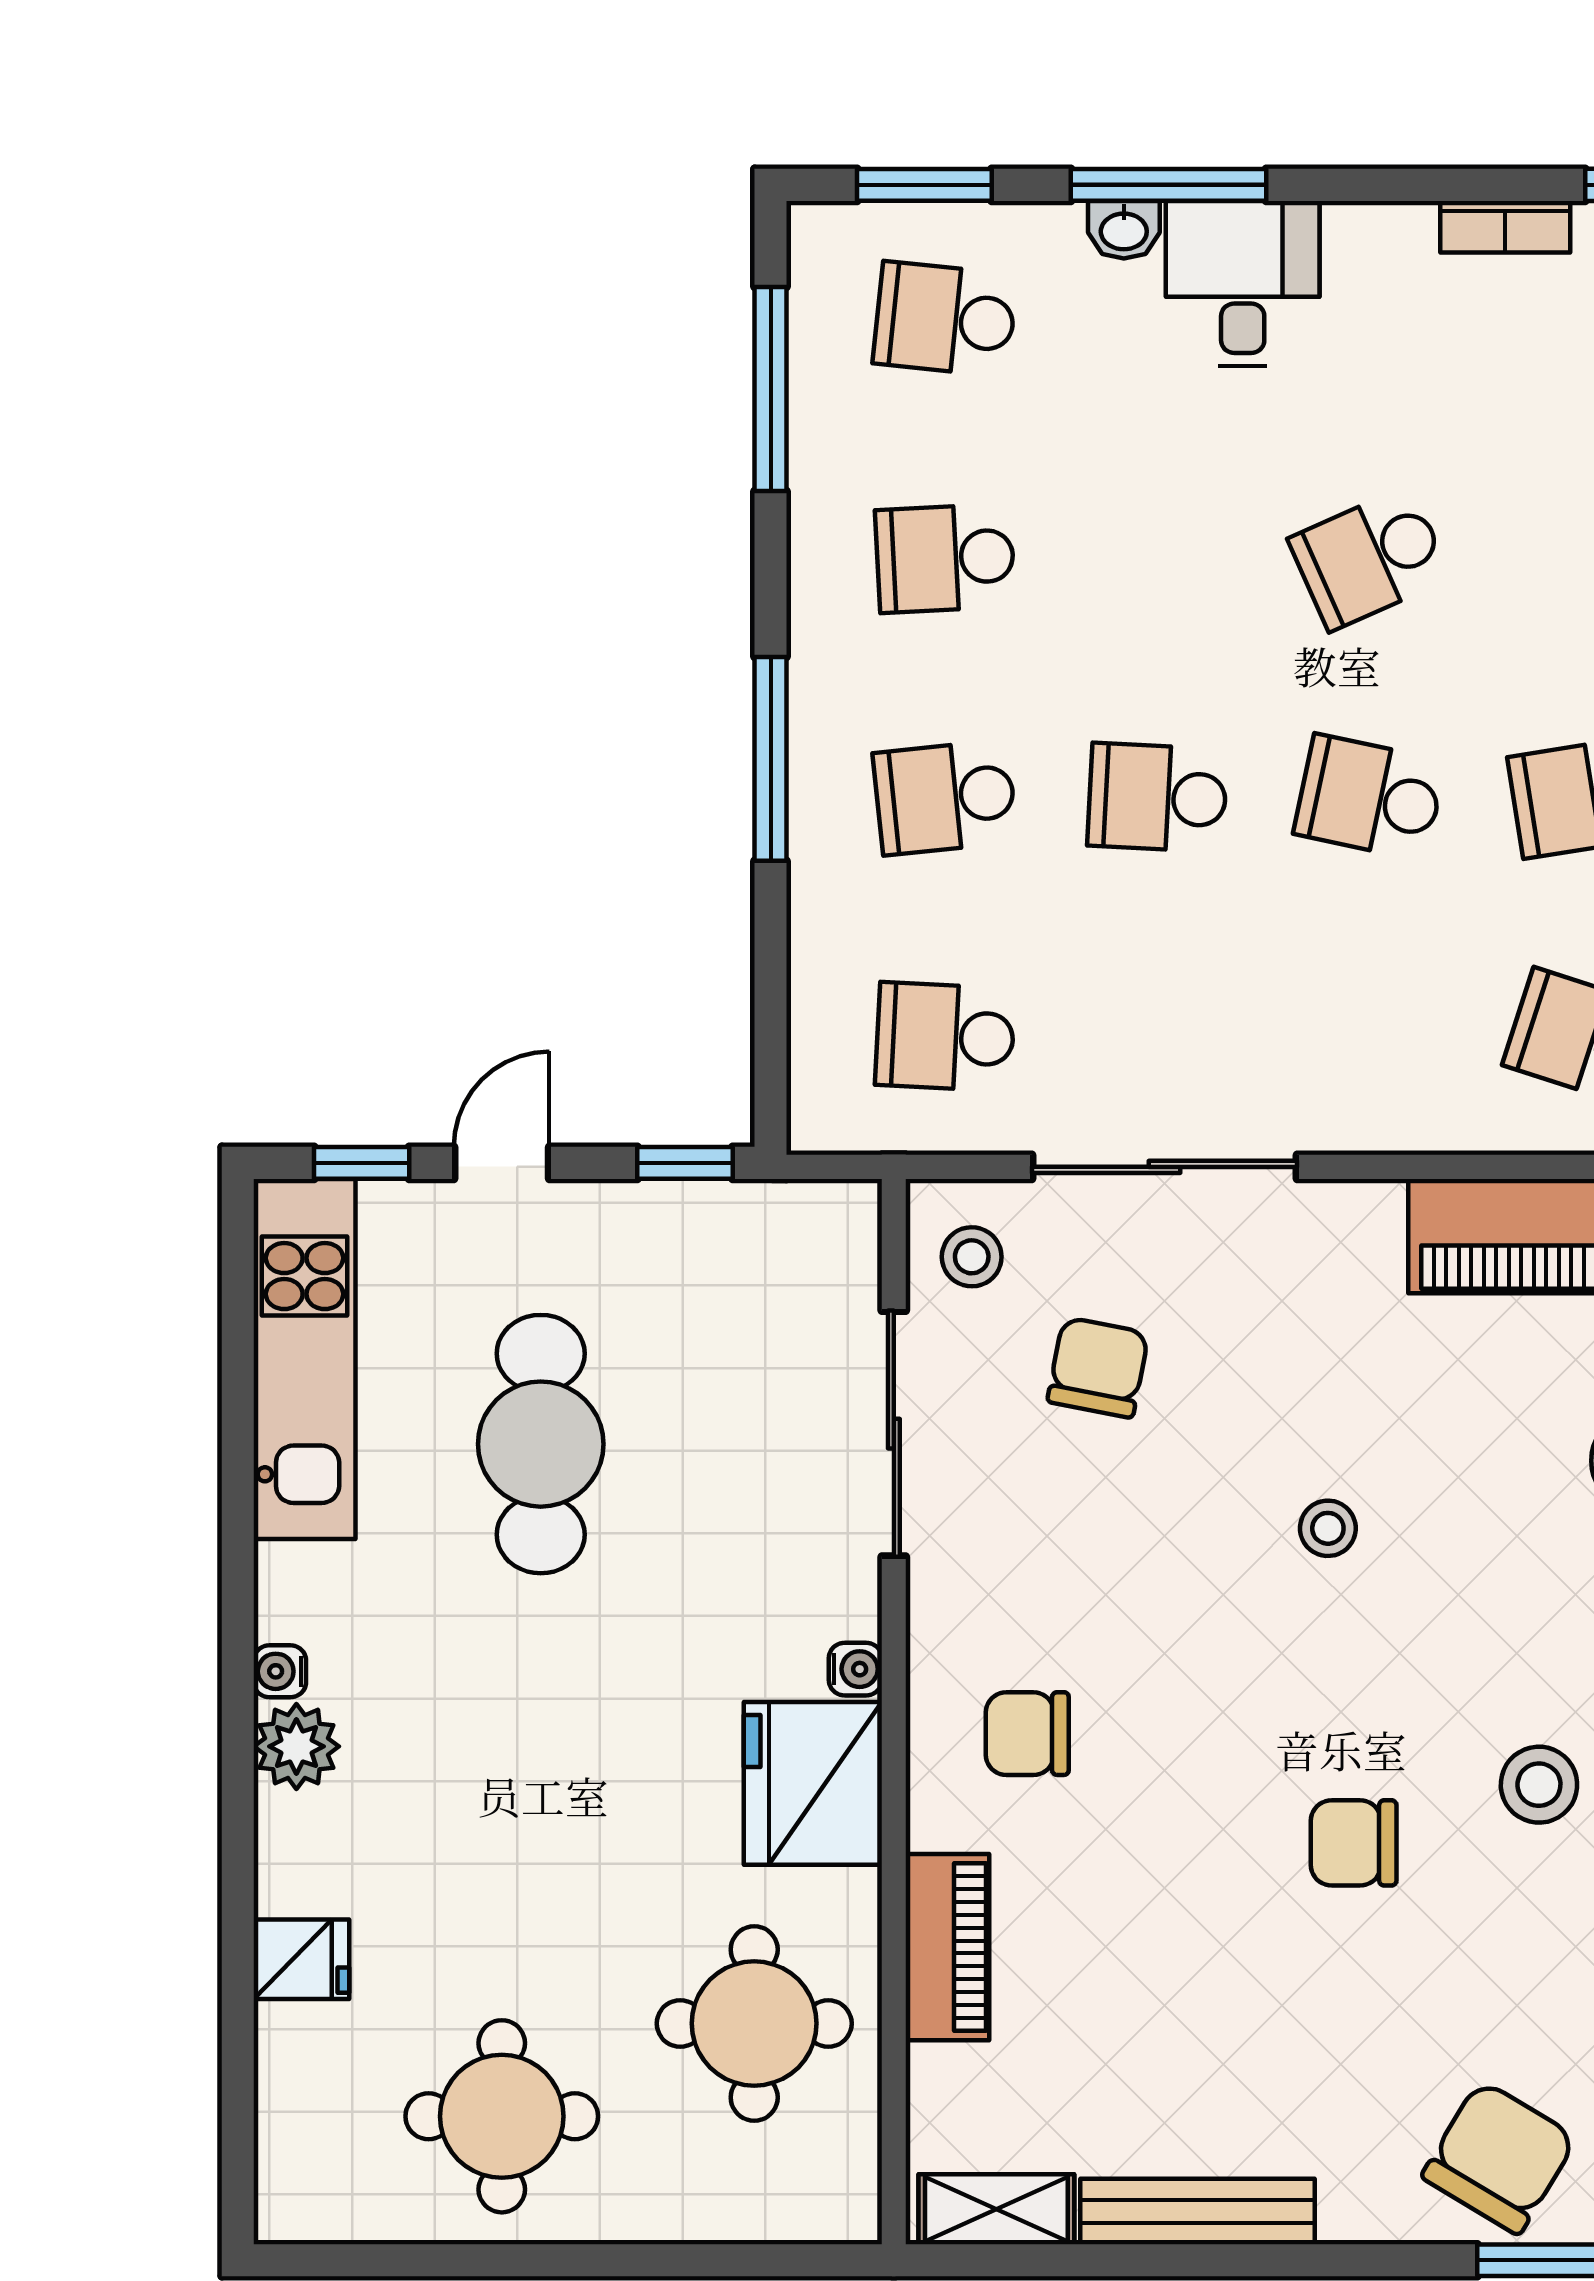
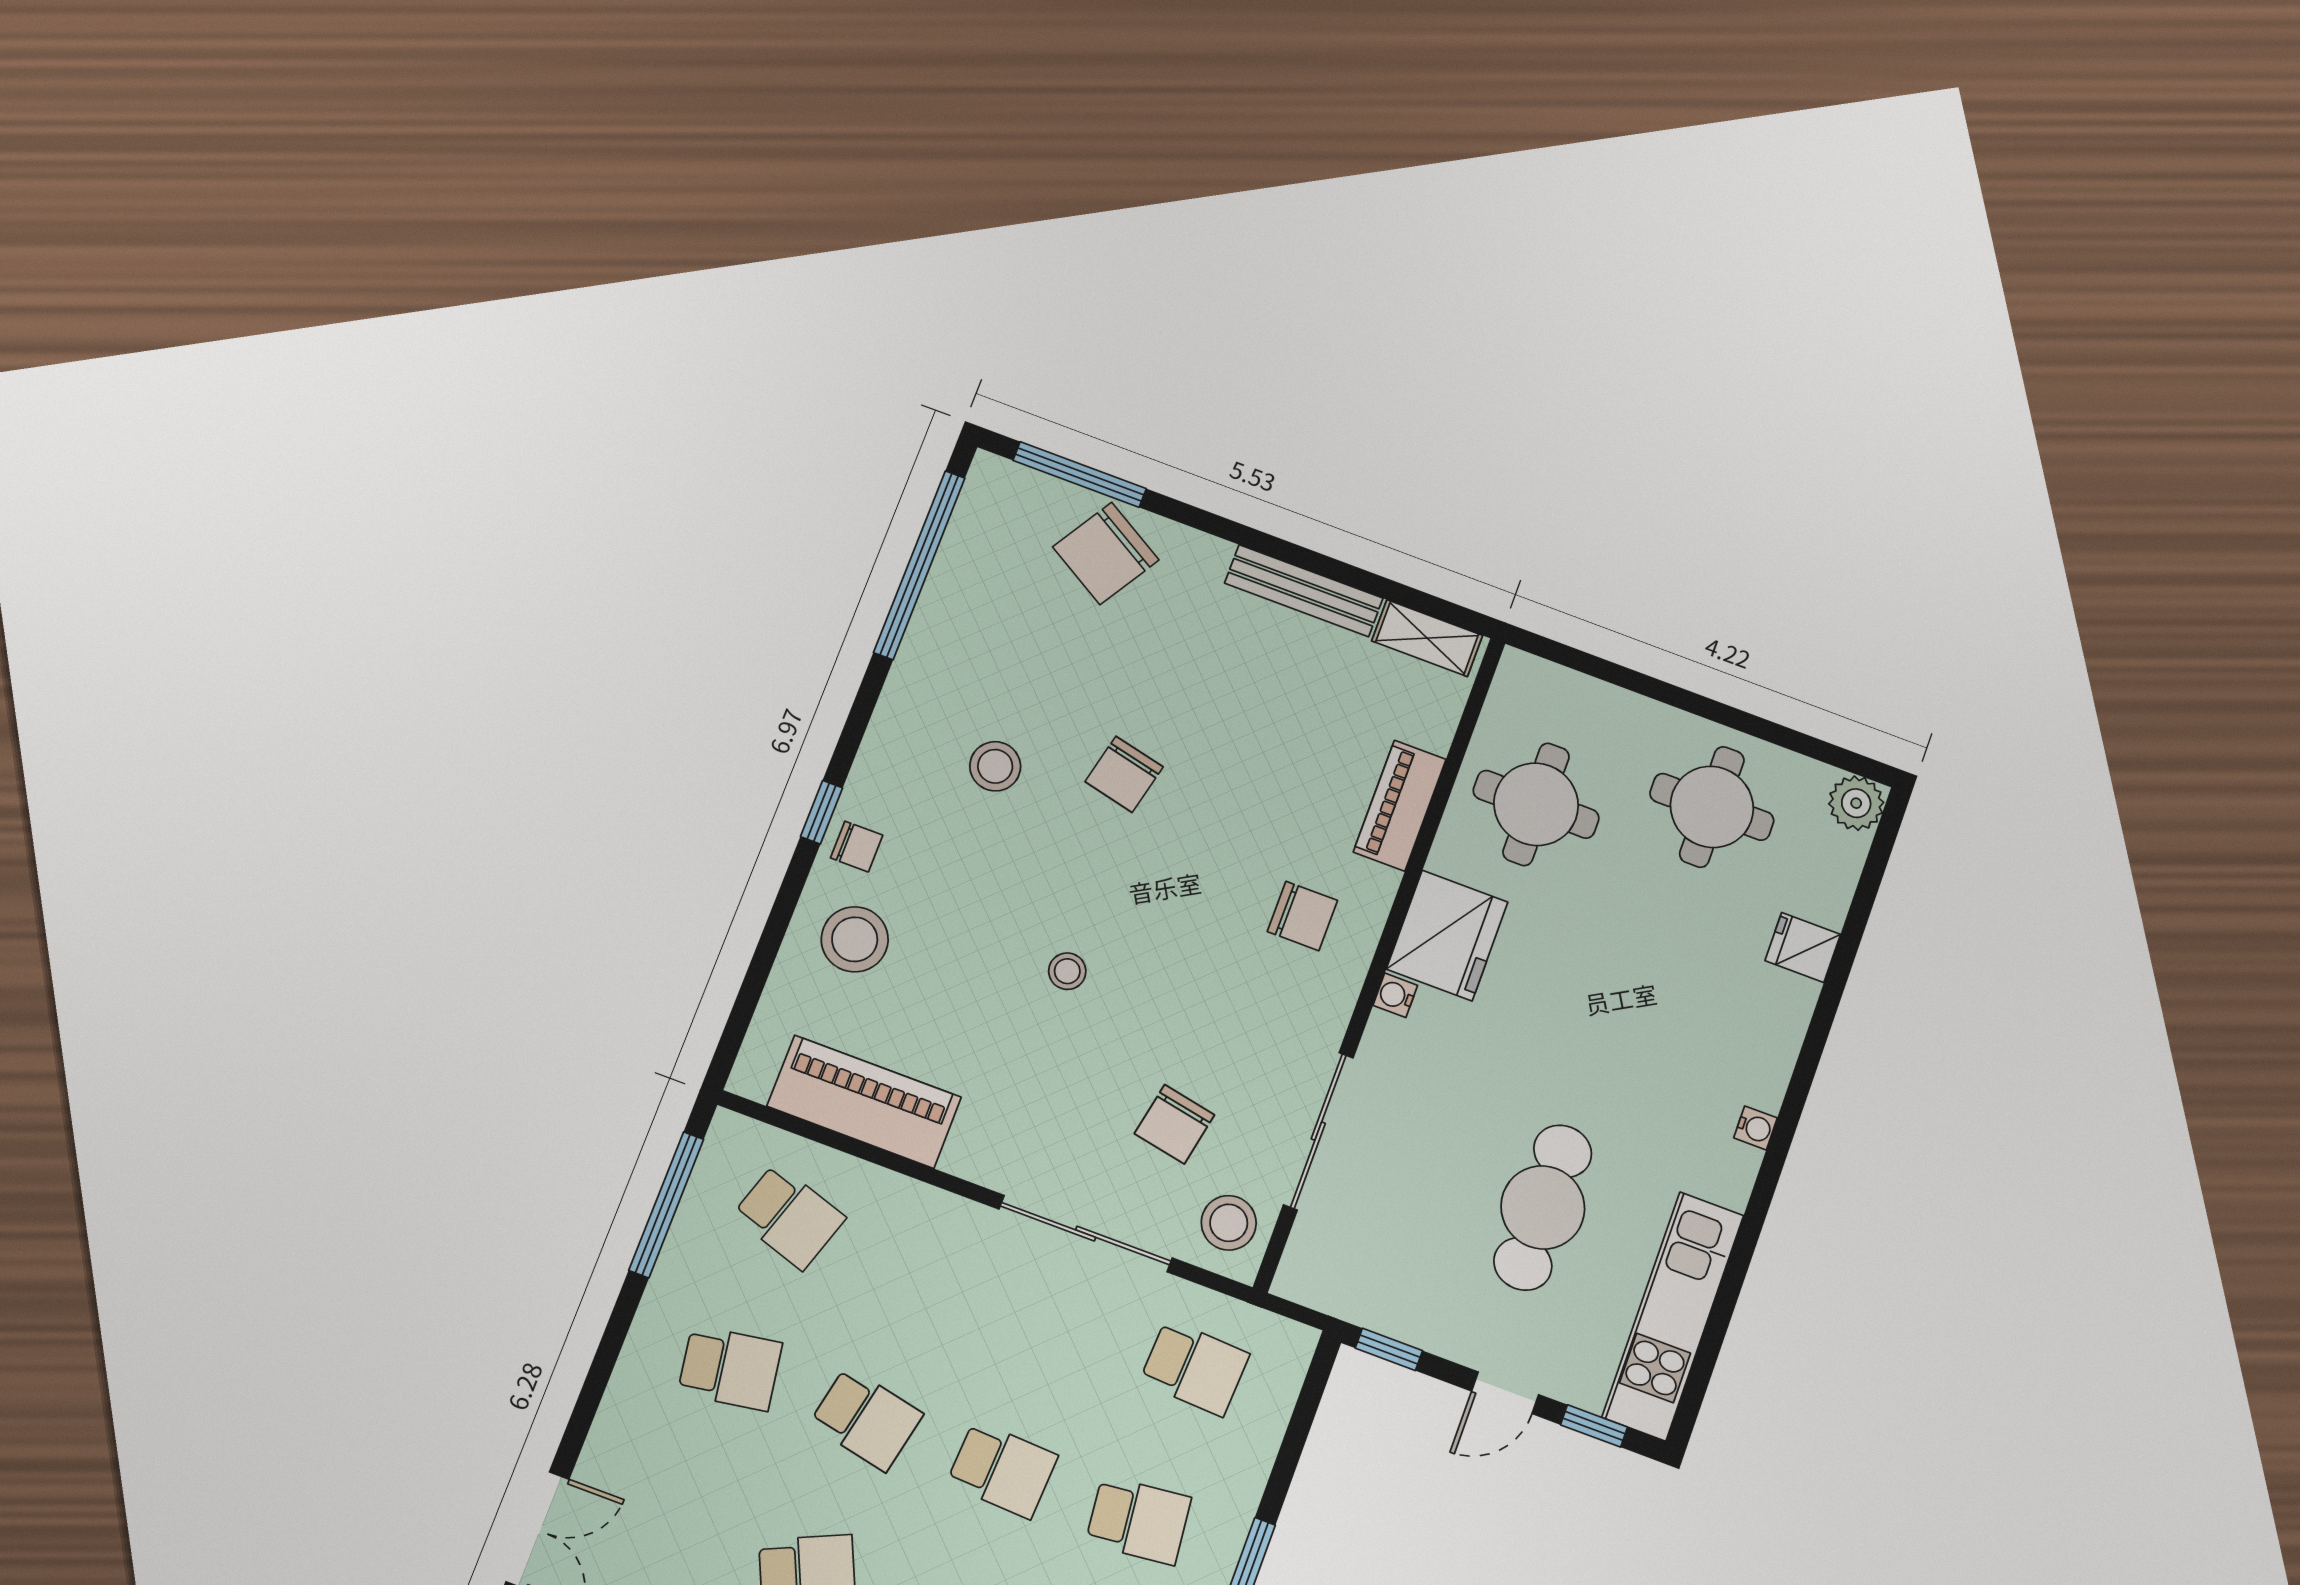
stool: (972, 1257) -> (1229, 1223), width x1.37, depth x1.37
plant: (296, 1746) -> (1856, 803), moved
chair: (1354, 1843) -> (1124, 774), turned 103

